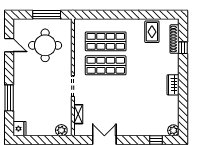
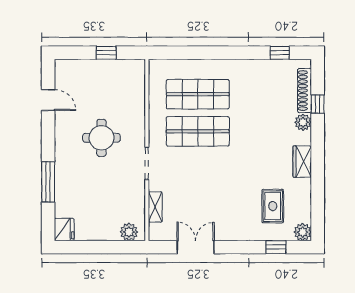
window: (47, 15) -> (106, 53), width x0.46
window: (159, 15) -> (280, 53), added
rug: (152, 32) -> (273, 206), moved
round table: (45, 45) -> (101, 138), moved, width x0.73, depth x0.73
plant: (174, 60) -> (303, 122), added

